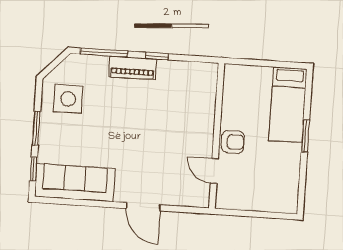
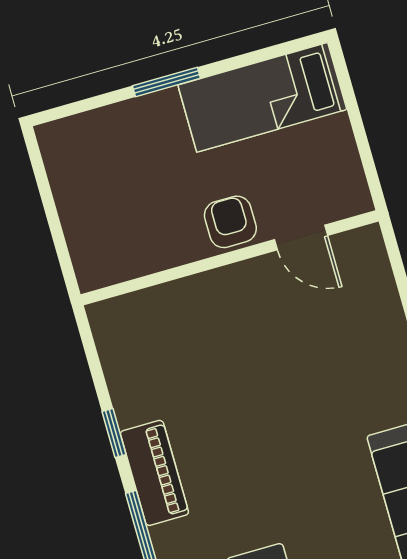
bed: (288, 105) -> (262, 97), moved, turned 180
door: (214, 171) -> (301, 237), hinge flipped

